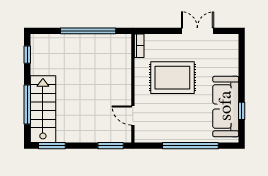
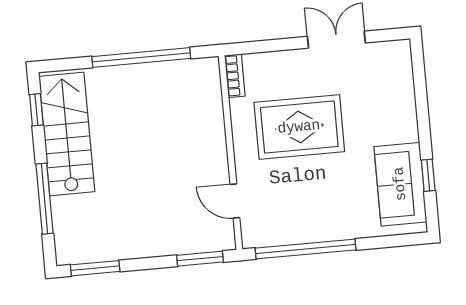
sofa: (226, 106) -> (400, 184), width x0.73
stairs: (43, 109) -> (67, 134), moved
window: (190, 146) -> (305, 249), moved

